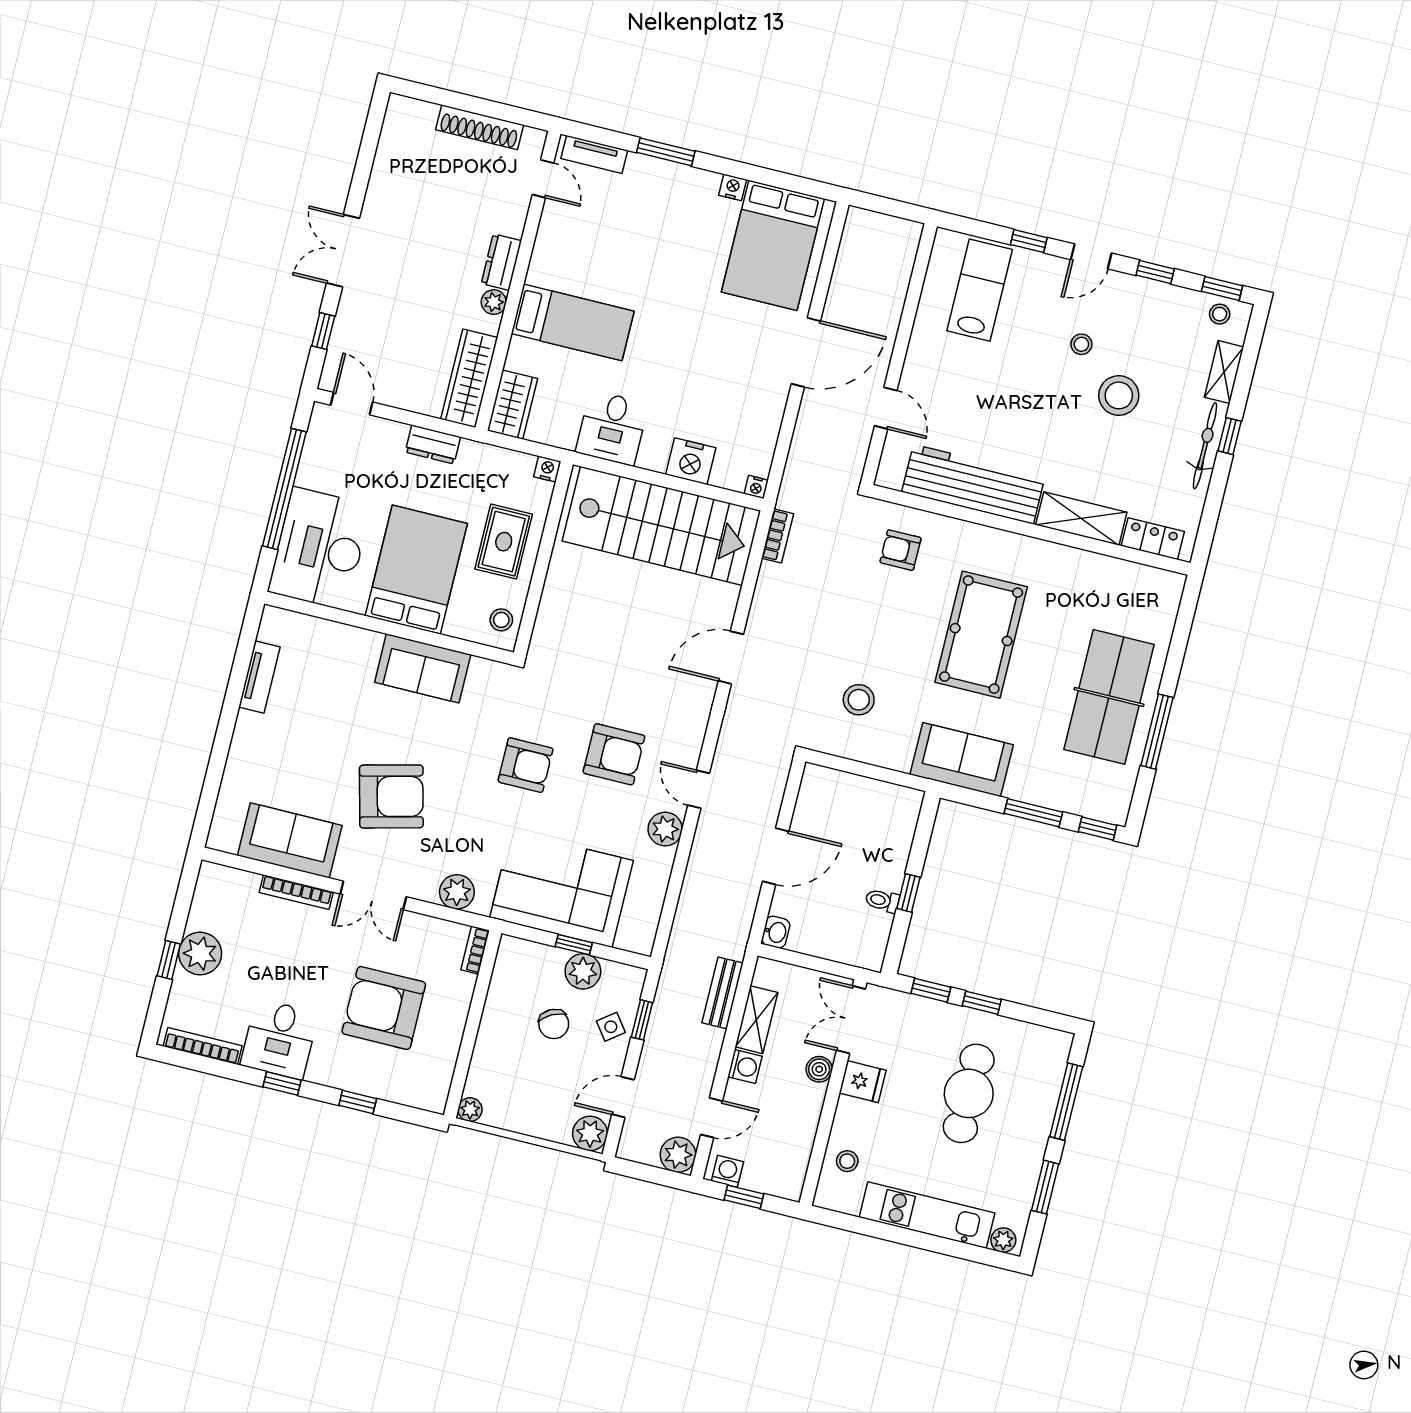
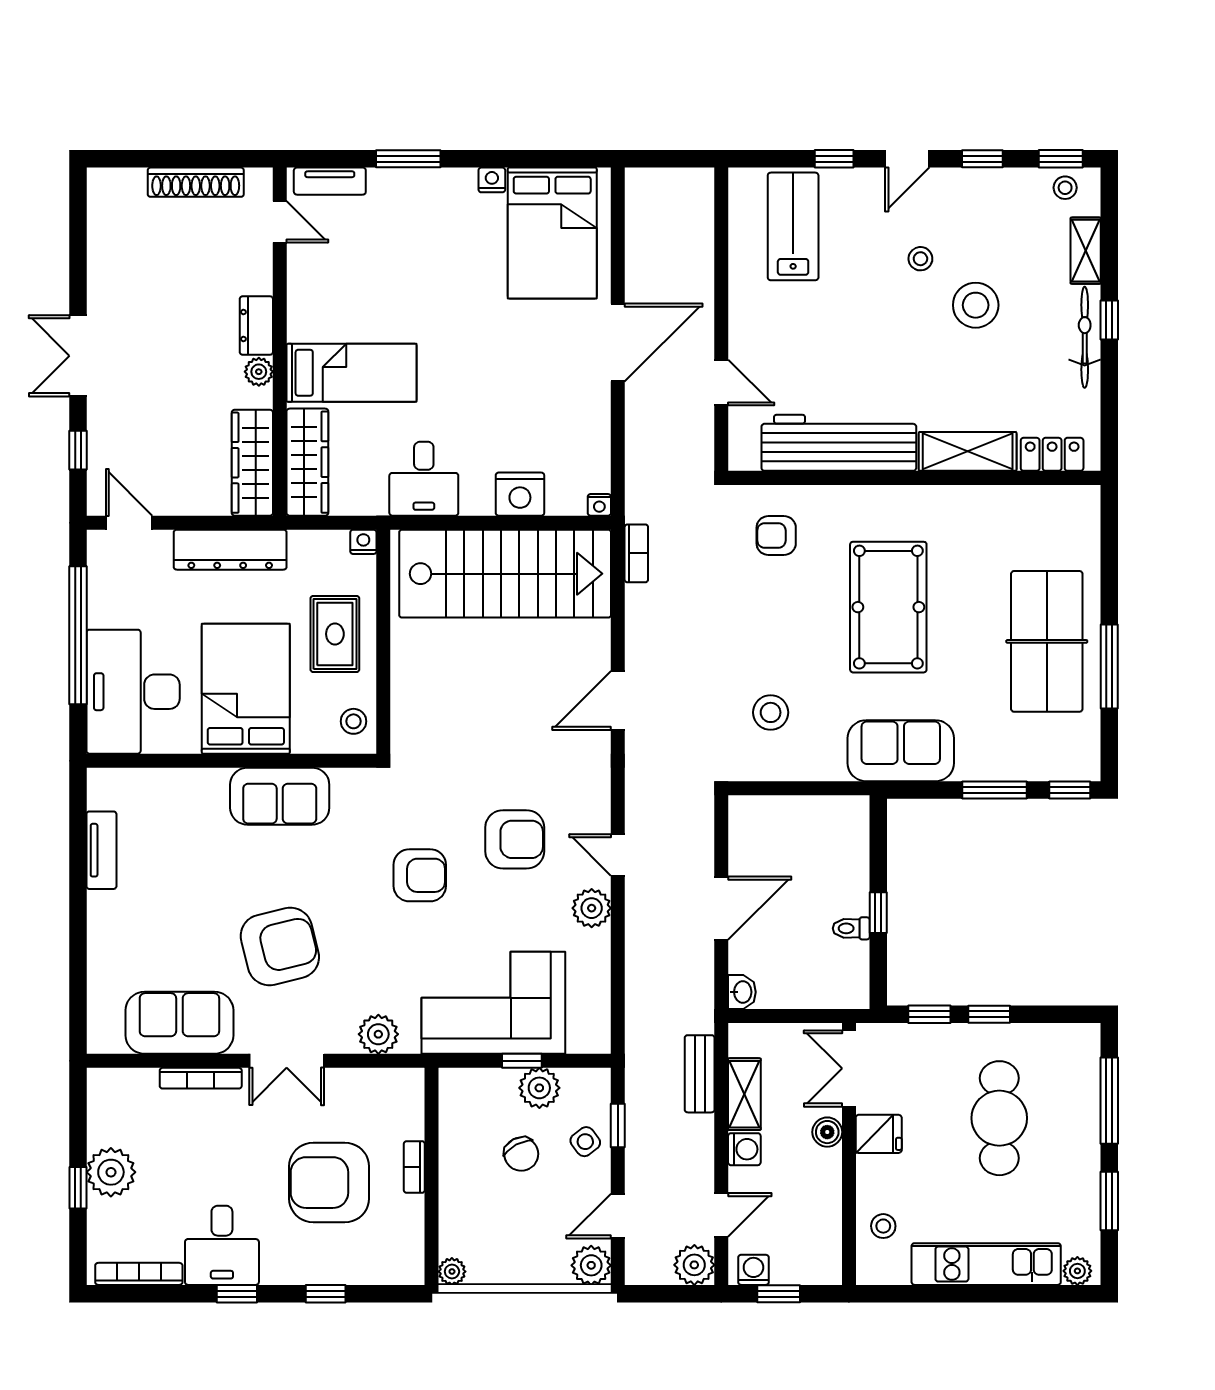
wardrobe: (513, 405) -> (307, 462), width x1.50
dresser: (433, 444) -> (230, 550), width x1.96, depth x1.24
bookcase: (475, 950) -> (414, 1167), moved

